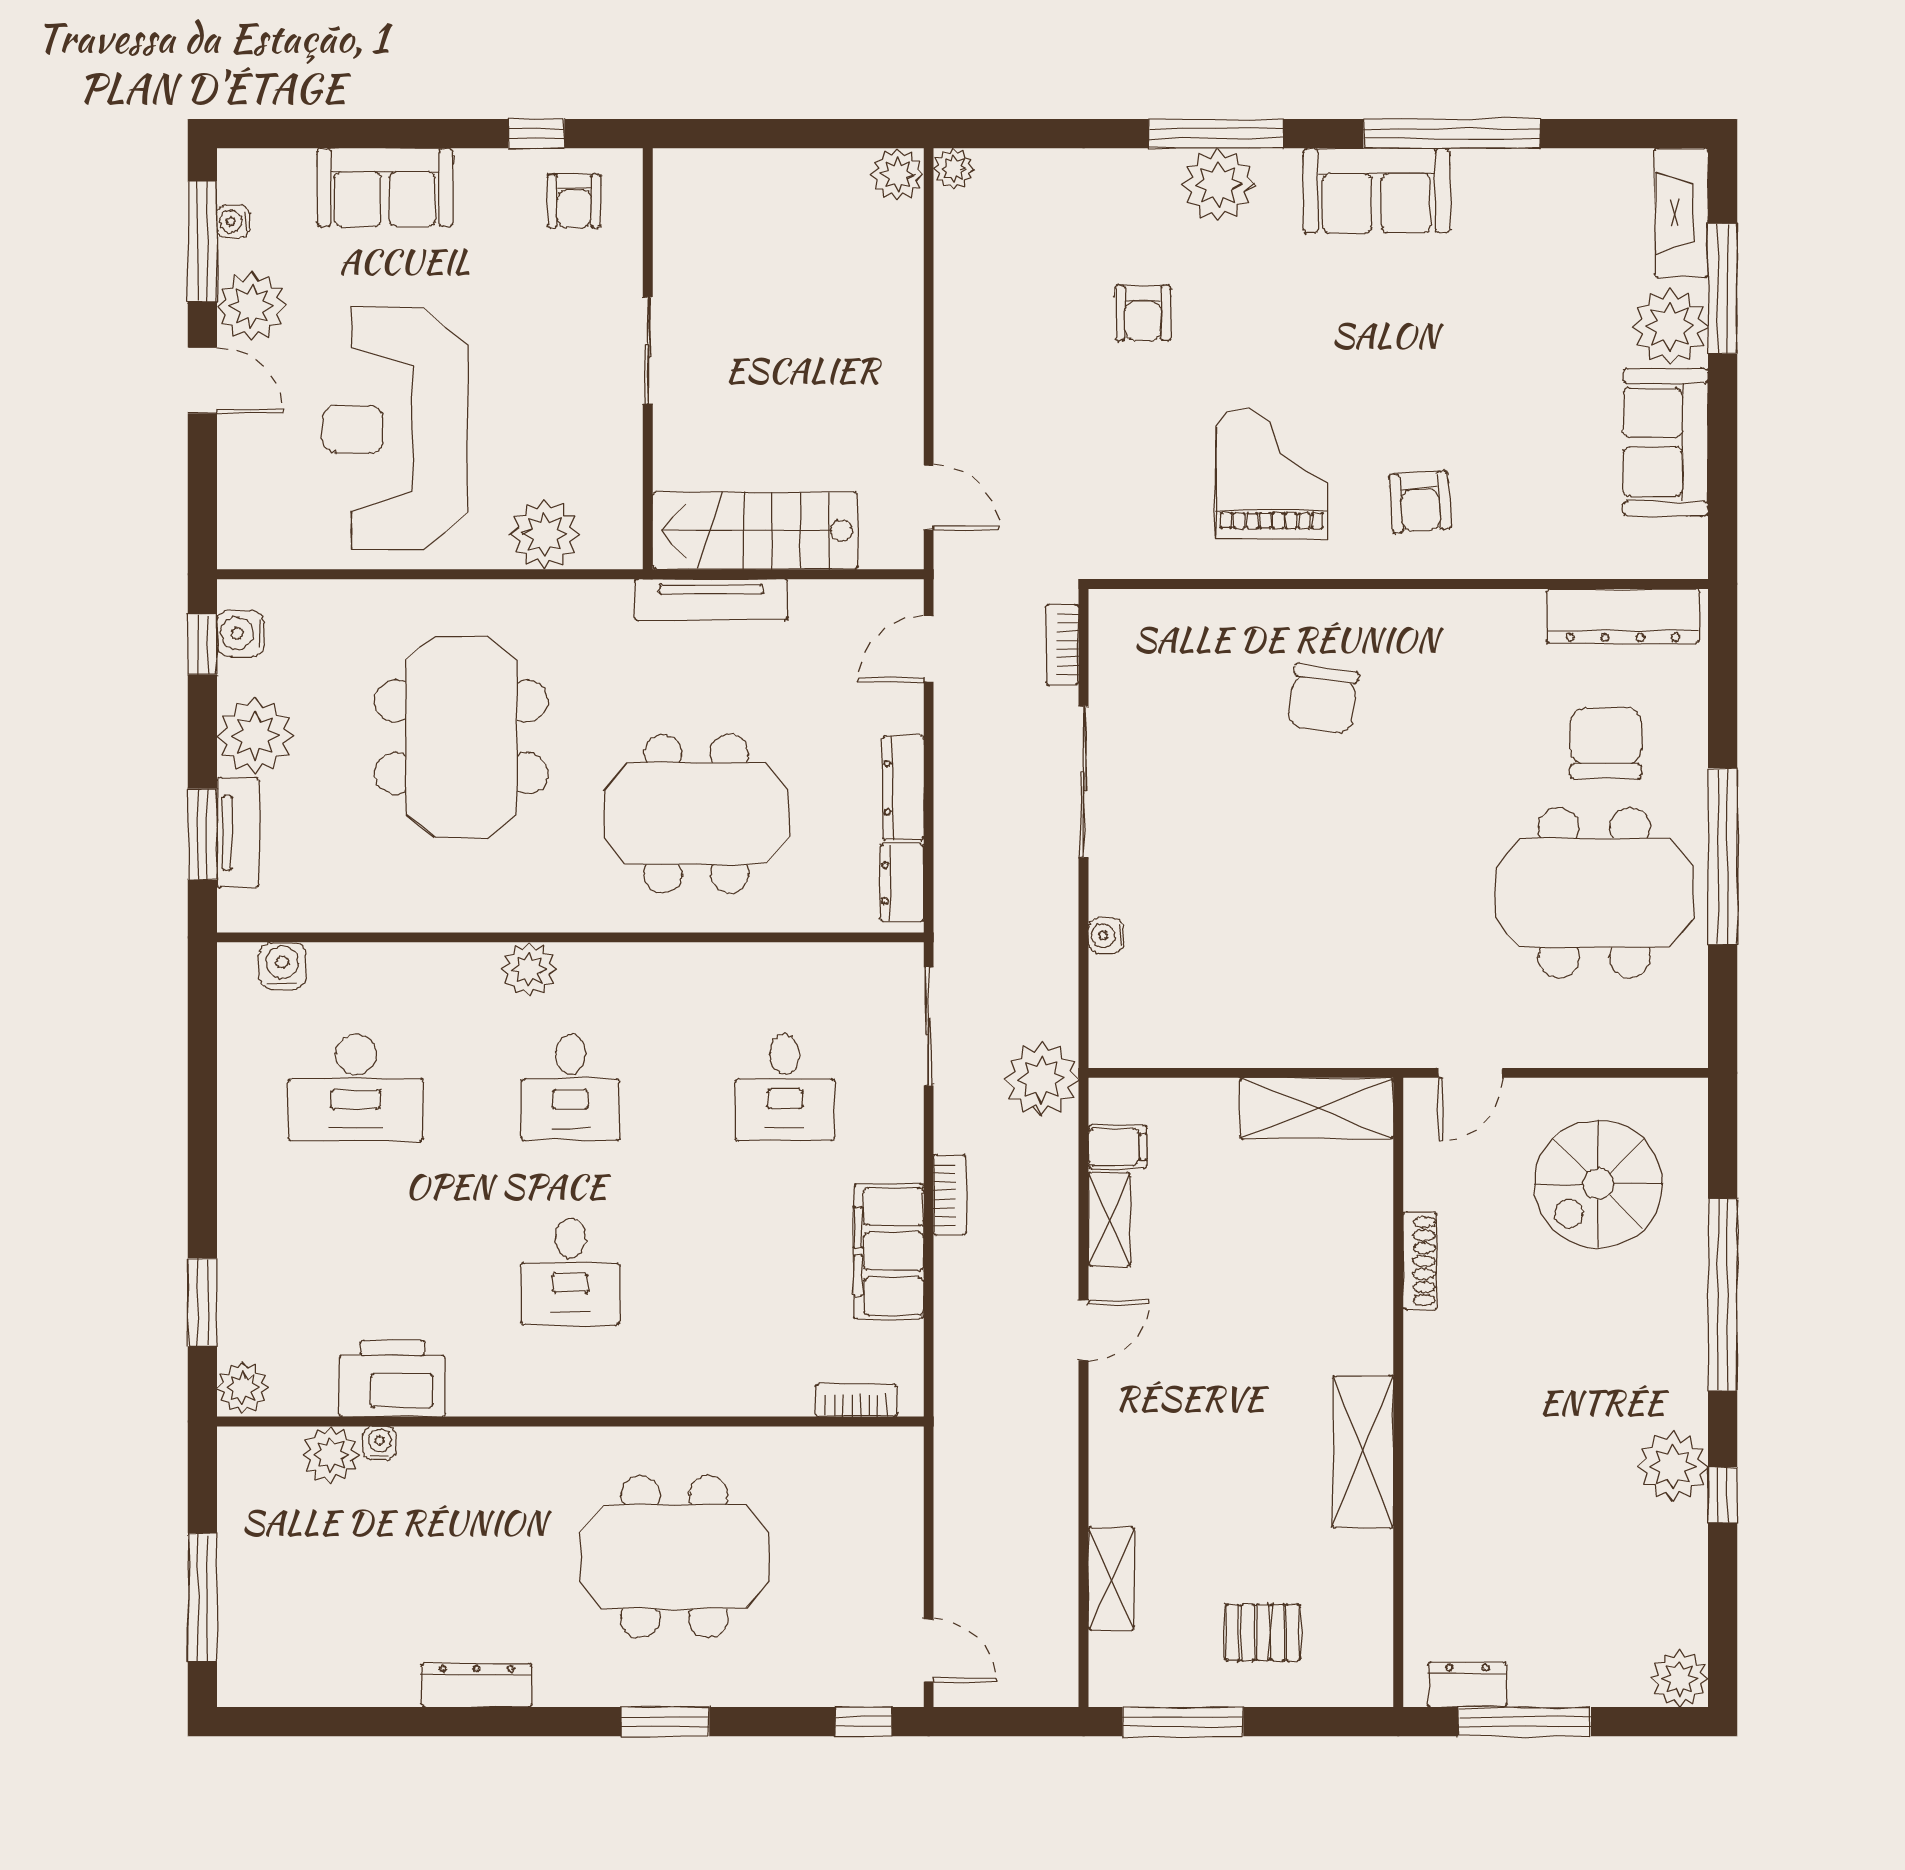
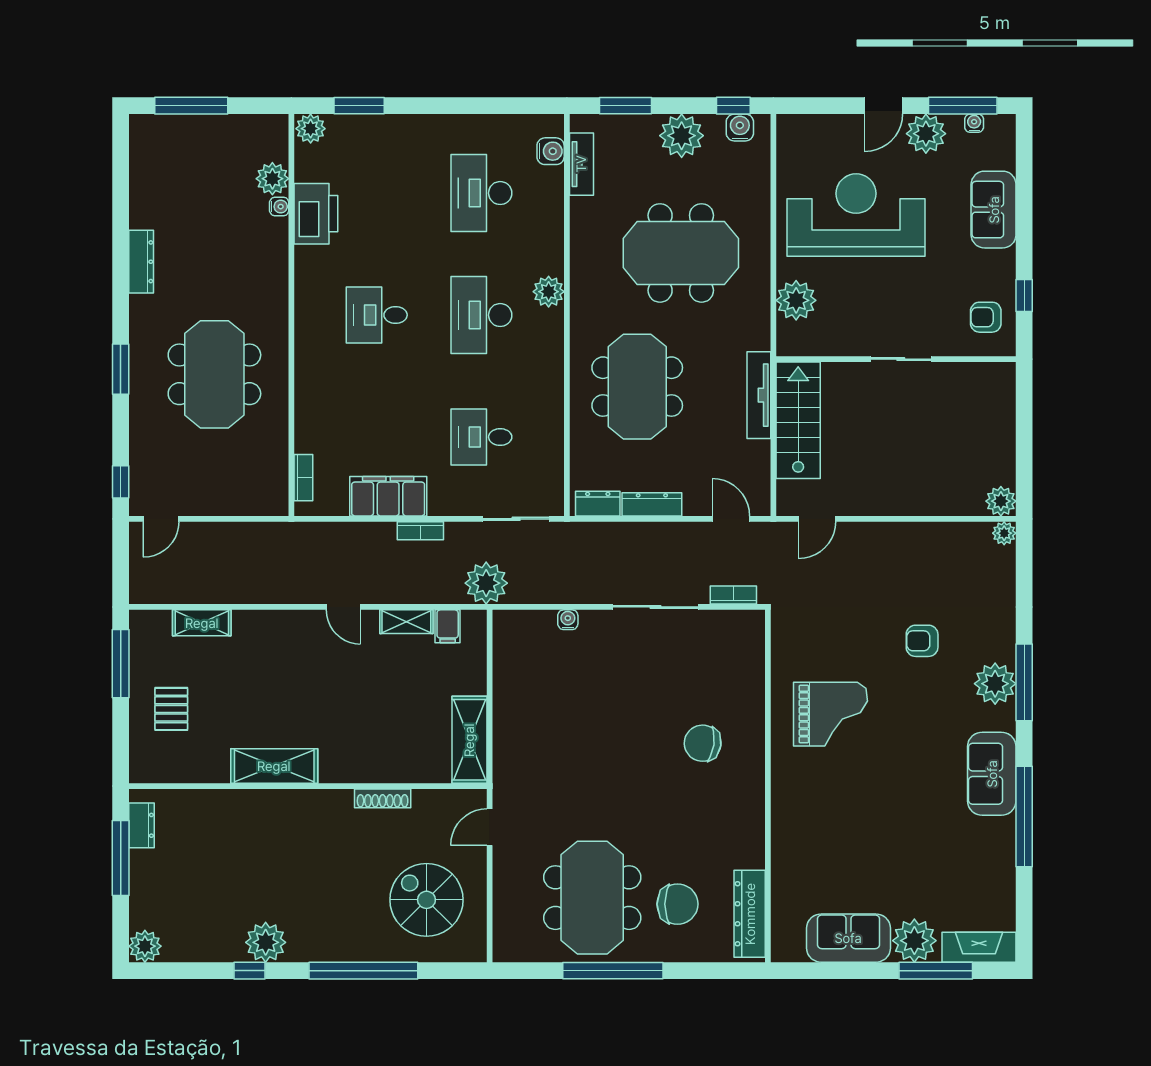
armchair: (1420, 502) -> (815, 798), removed
tv unit: (238, 833) -> (581, 164), moved, turned -90
door: (1470, 1073) -> (490, 827), hinge flipped
desk: (570, 1087) -> (481, 315), width x1.37

